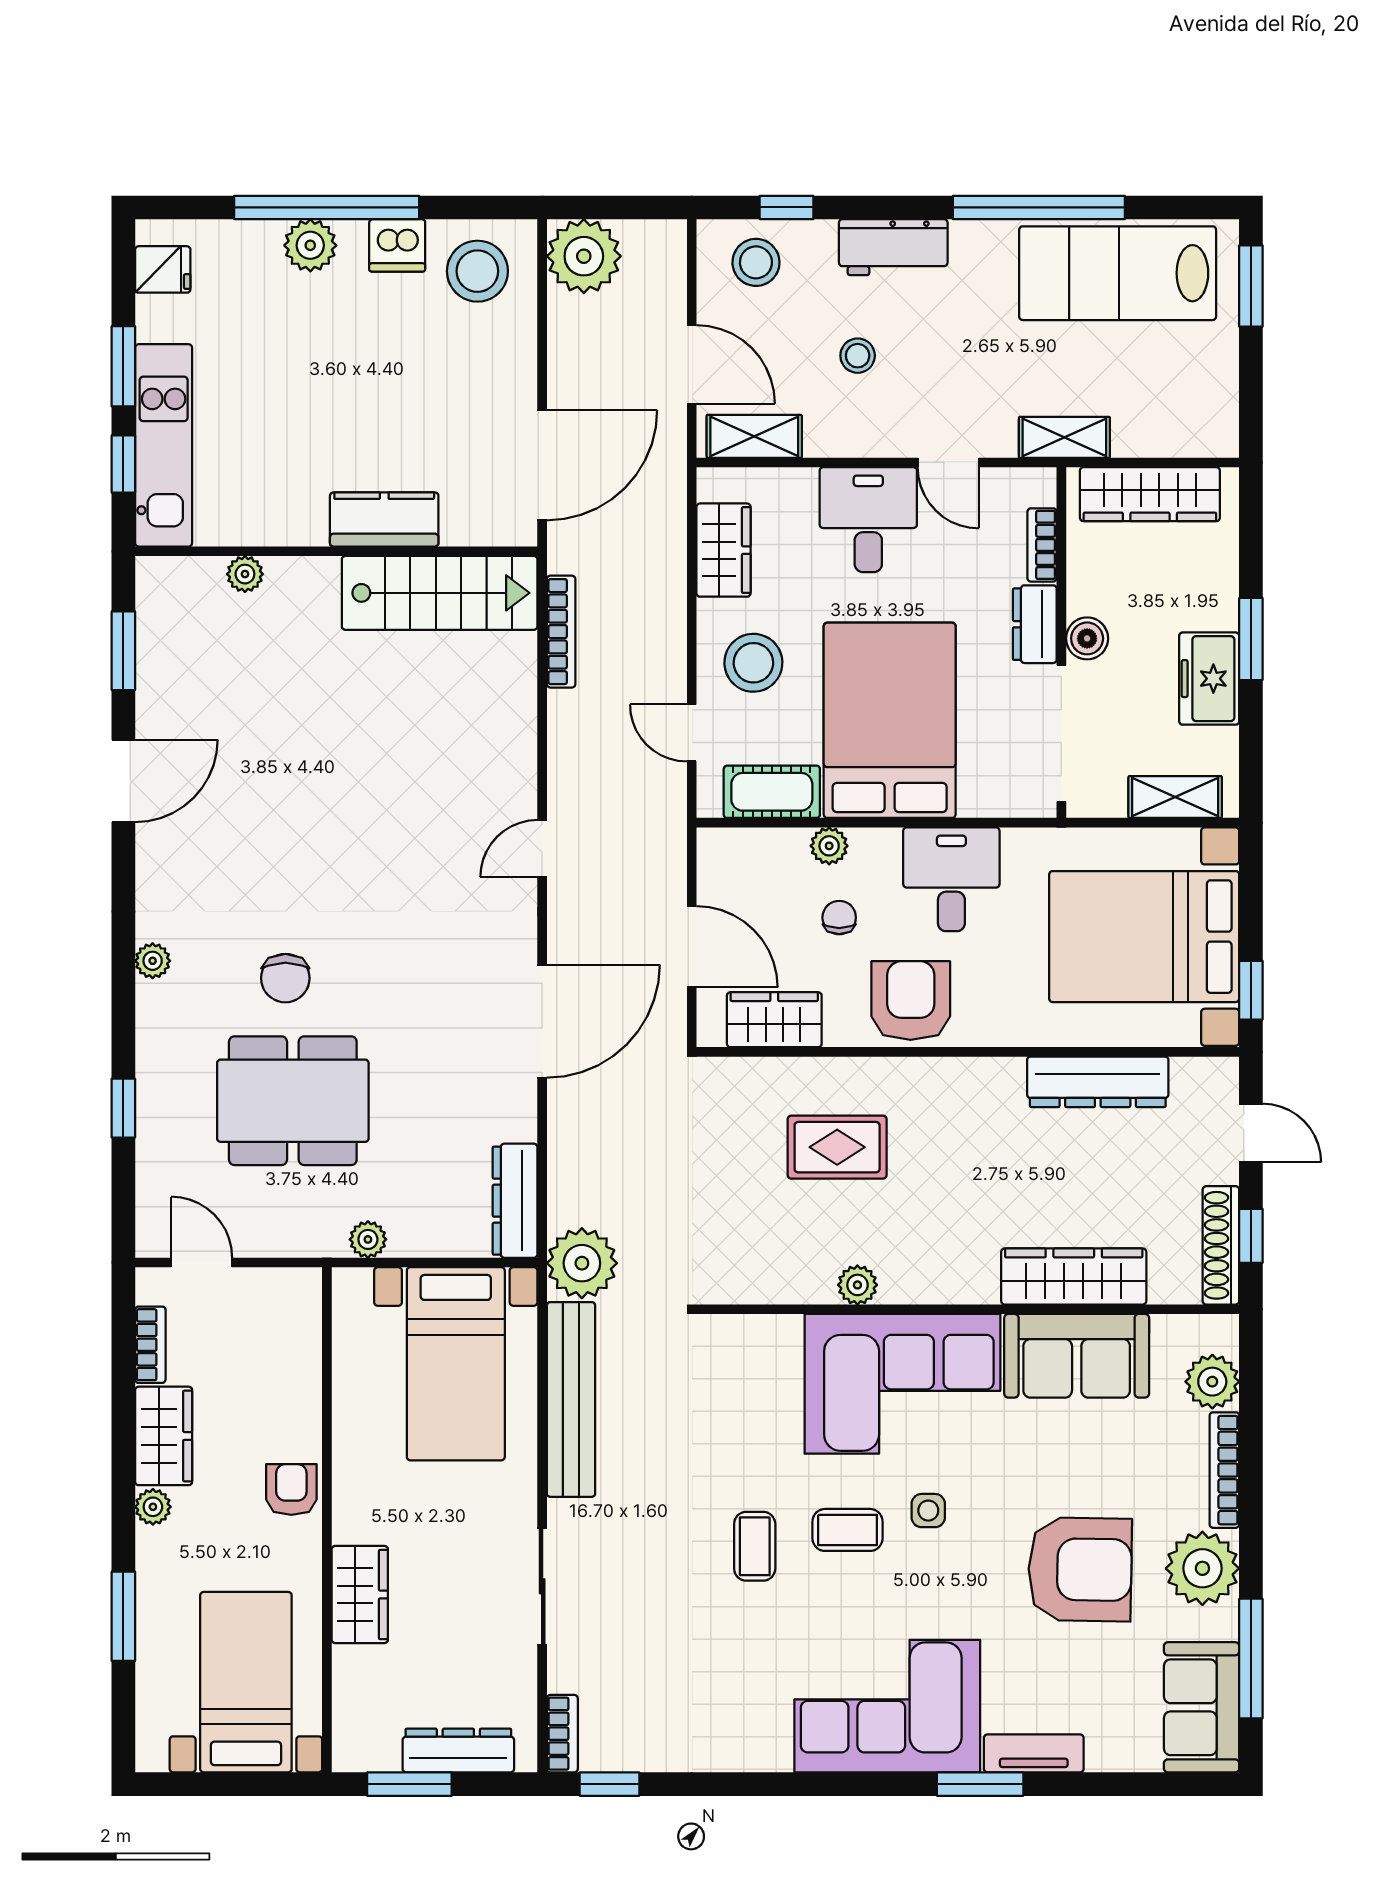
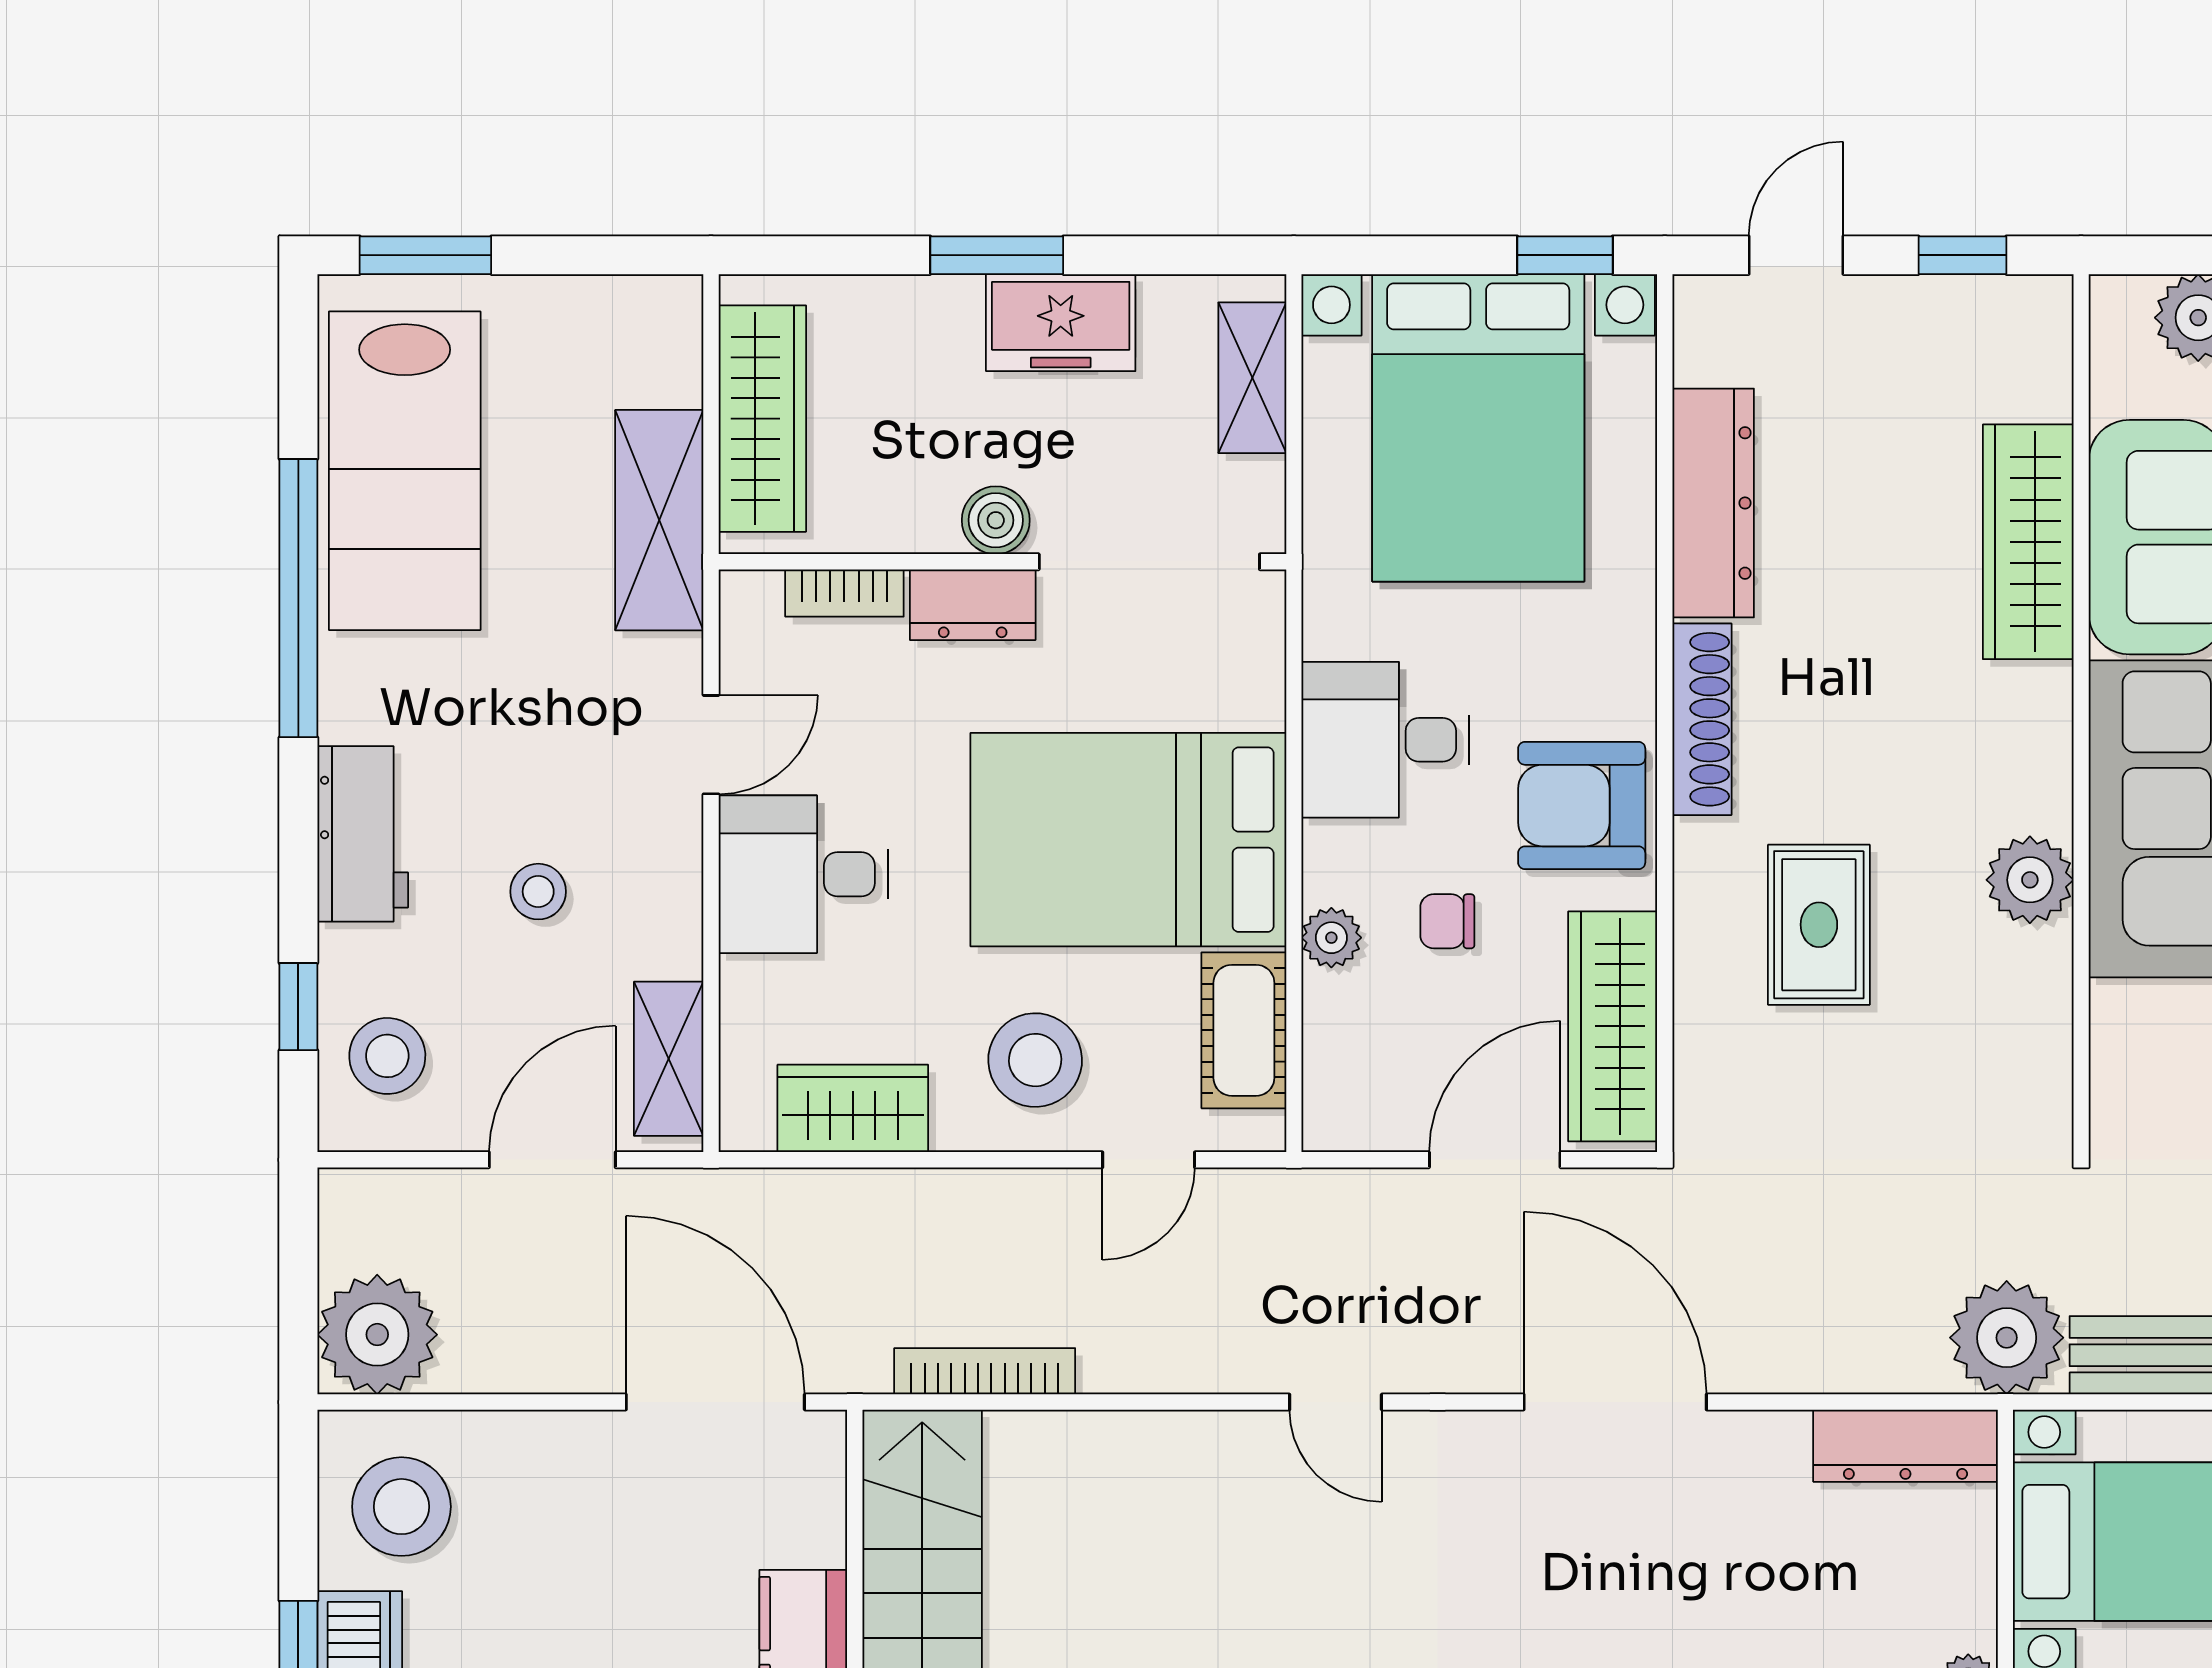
shelving: (1064, 437) -> (659, 520), width x1.50, depth x1.33
wardrobe: (774, 1020) -> (1613, 1026), width x1.50
shoe rack: (1221, 1245) -> (1702, 719), moved, turned -90
plant: (857, 1285) -> (2030, 880), width x1.38, depth x1.38

